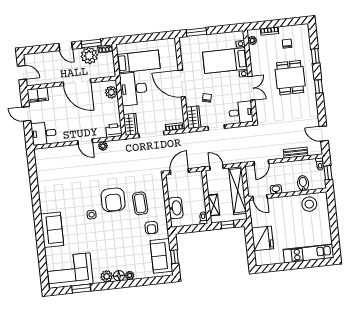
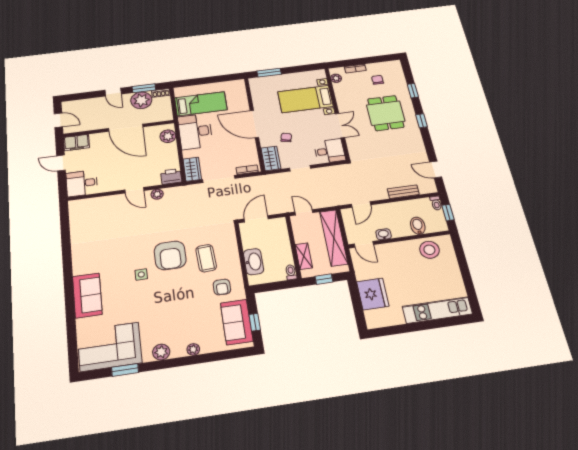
floor lamp: (119, 276) -> (178, 350), removed

